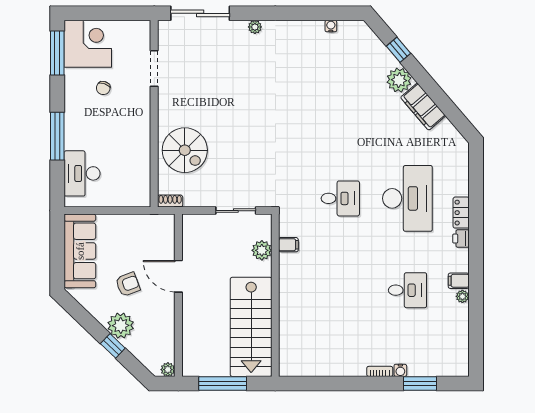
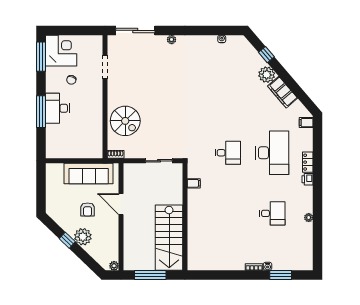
desk: (82, 173) -> (57, 108), moved
plant: (262, 250) -> (176, 187), removed
sofa: (80, 251) -> (89, 173), moved, turned 90
filing cabinet: (459, 281) -> (306, 123), moved
armchair: (128, 284) -> (88, 209), turned 110
window: (113, 346) -> (67, 240), moved

